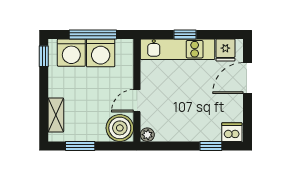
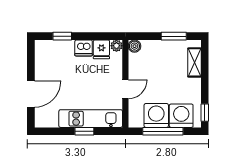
fridge: (225, 50) -> (101, 49), moved, turned 180
door: (137, 101) -> (125, 89), moved
boiler: (120, 128) -> (134, 46), width x0.54, depth x0.54
dishwasher: (232, 132) -> (84, 48), moved

